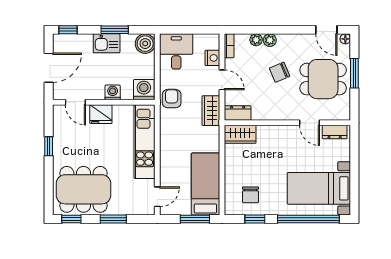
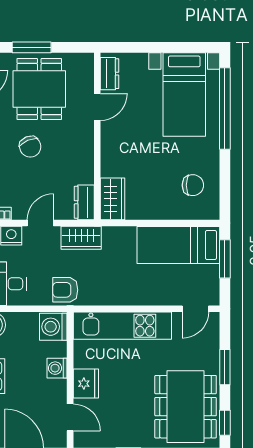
door: (75, 102) -> (70, 417), hinge flipped
door: (157, 197) -> (195, 309), swing flipped
window: (255, 219) -> (225, 179), removed

